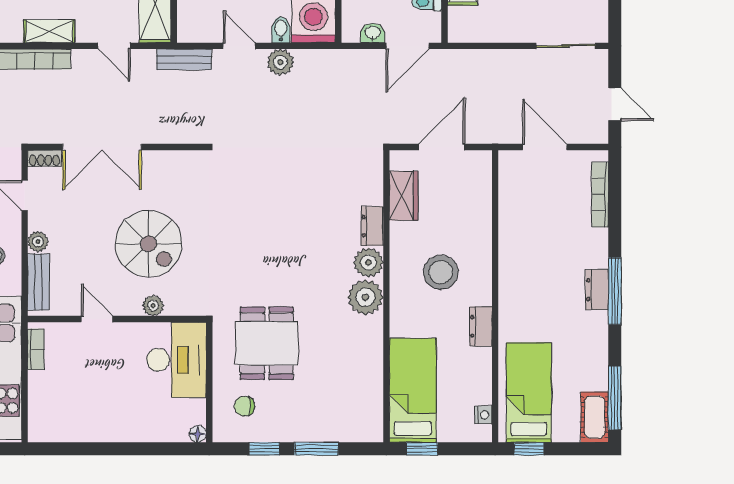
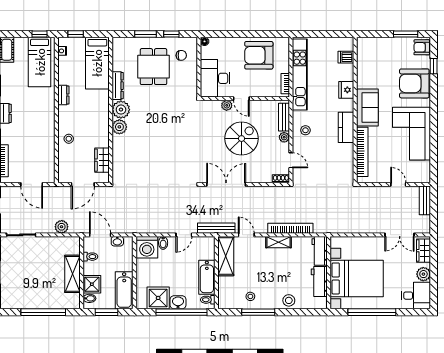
door: (239, 46) -> (184, 235), hinge flipped
door: (407, 46) -> (100, 235), hinge flipped
bench: (184, 59) -> (216, 228), width x1.36
plant: (280, 62) -> (62, 227), moved
double door: (102, 147) -> (226, 184), moved
dresser: (372, 226) -> (118, 86), moved, width x1.44
spiral stairs: (148, 244) -> (242, 139), moved, turned 90
stool: (441, 272) -> (69, 139), moved, width x0.53, depth x0.53
door: (97, 319) -> (241, 99), moved
dining table: (267, 343) -> (153, 67), moved
armchair: (89, 406) -> (259, 55), added
window: (422, 449) -> (76, 34), moved

